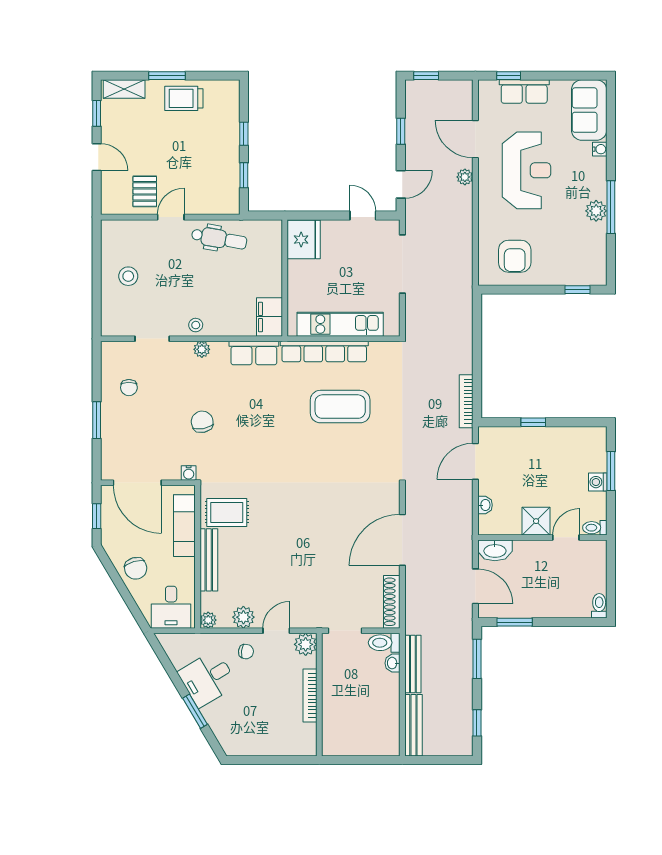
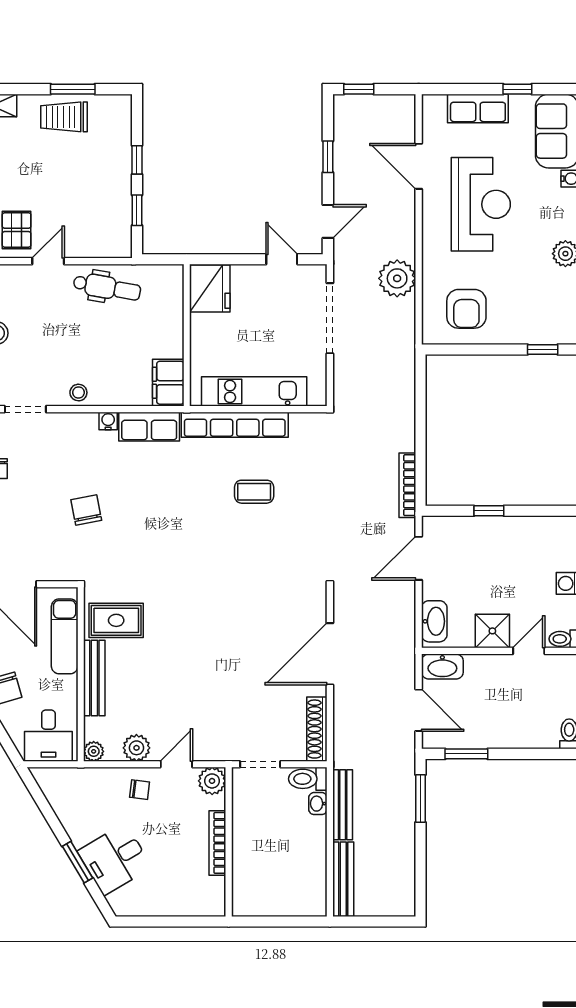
window: (167, 76) -> (73, 89), moved
window: (509, 76) -> (517, 89), moved
plant: (465, 177) -> (397, 278), moved, width x1.87, depth x1.87
plant: (202, 349) -> (86, 422), removed
coffee table: (340, 407) -> (254, 492), width x0.54, depth x0.58
water cooler: (189, 473) -> (108, 421), moved, turned 180
washbasin: (485, 505) -> (434, 621), width x1.91, depth x1.45
desk: (208, 679) -> (115, 859), moved
window: (477, 723) -> (421, 876), removed

